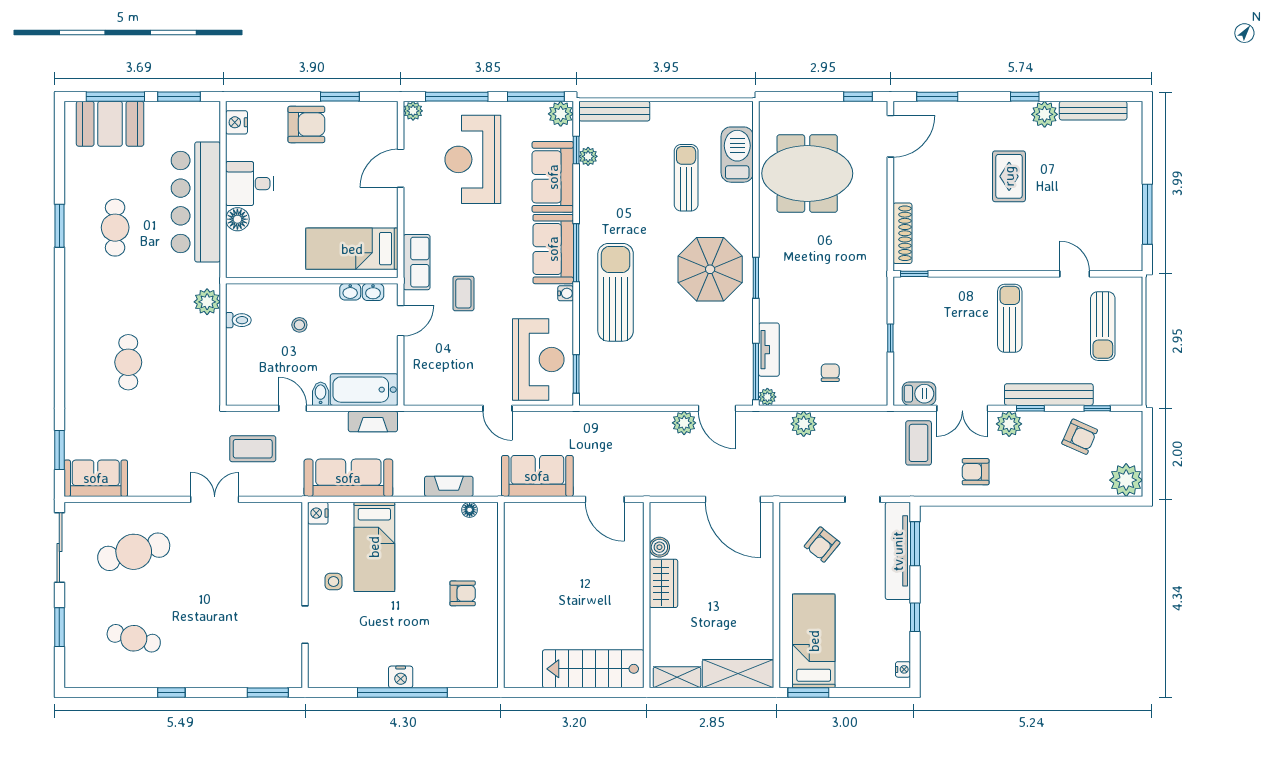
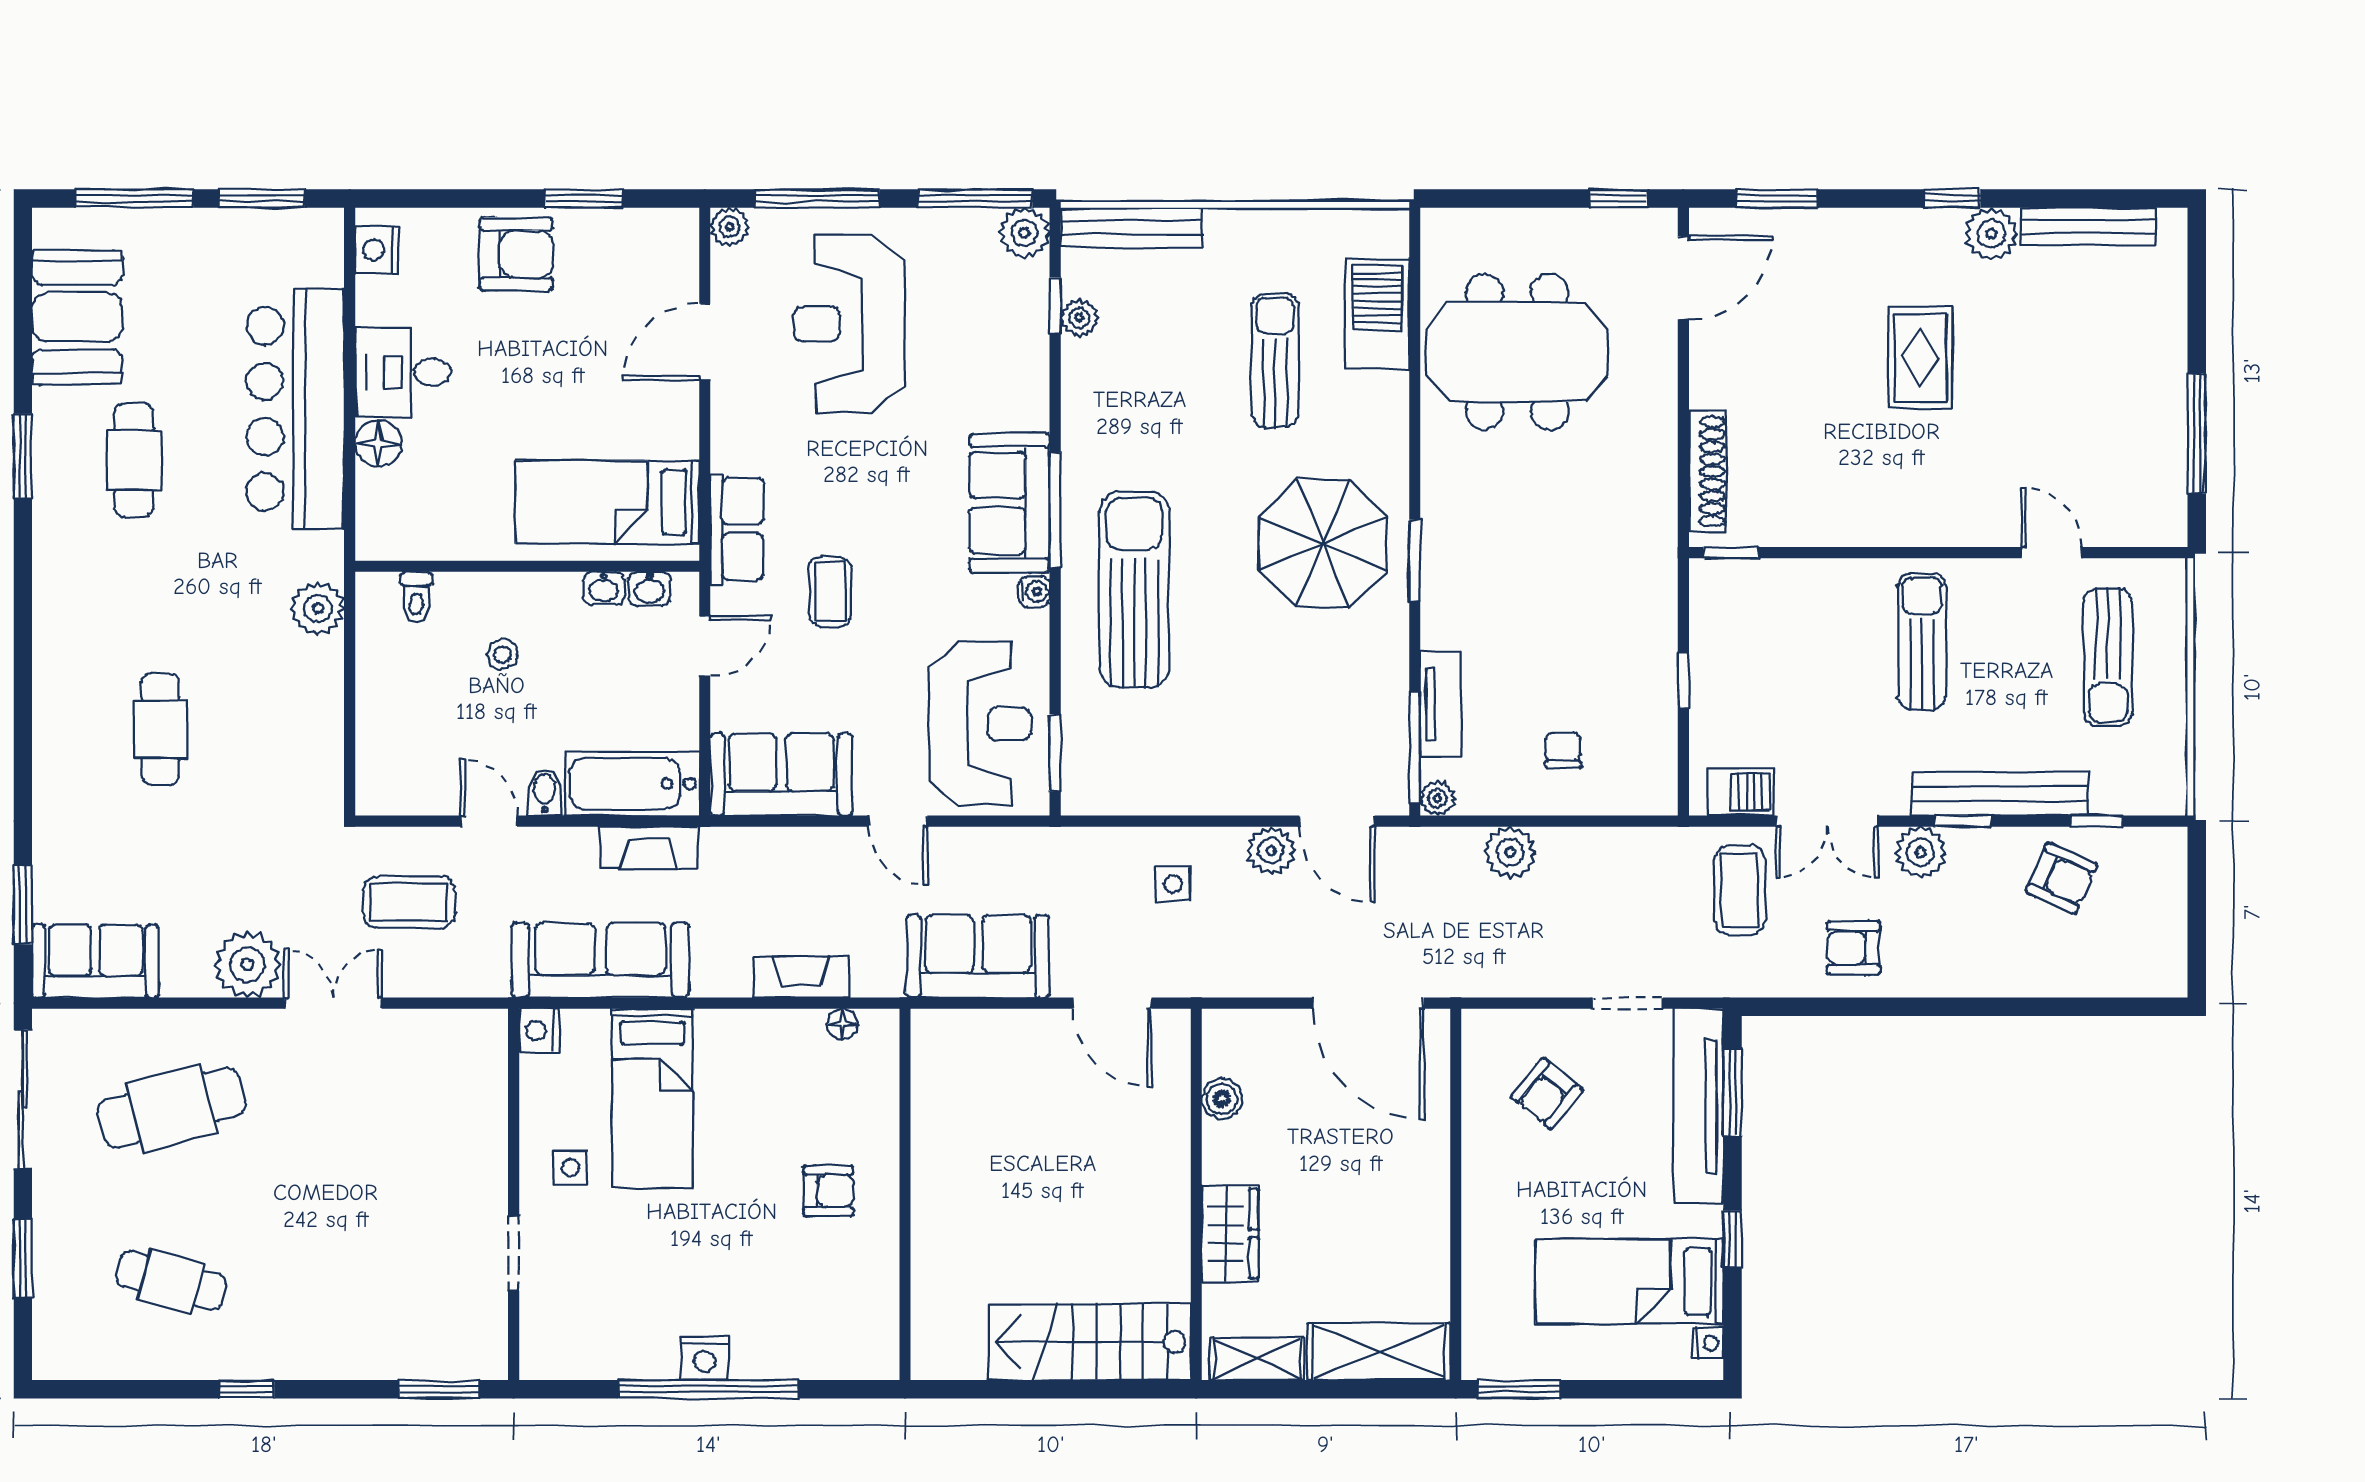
booth: (110, 124) -> (77, 317), moved, turned 90
sofa: (553, 177) -> (781, 775), moved, turned 90
toilet: (238, 320) -> (416, 597), moved, turned 90
side table: (635, 440) -> (1173, 884), added
plant: (1126, 480) -> (248, 965), moved
wardrobe: (664, 583) -> (1230, 1234), moved
bed: (814, 641) -> (1629, 1281), moved, turned -90

